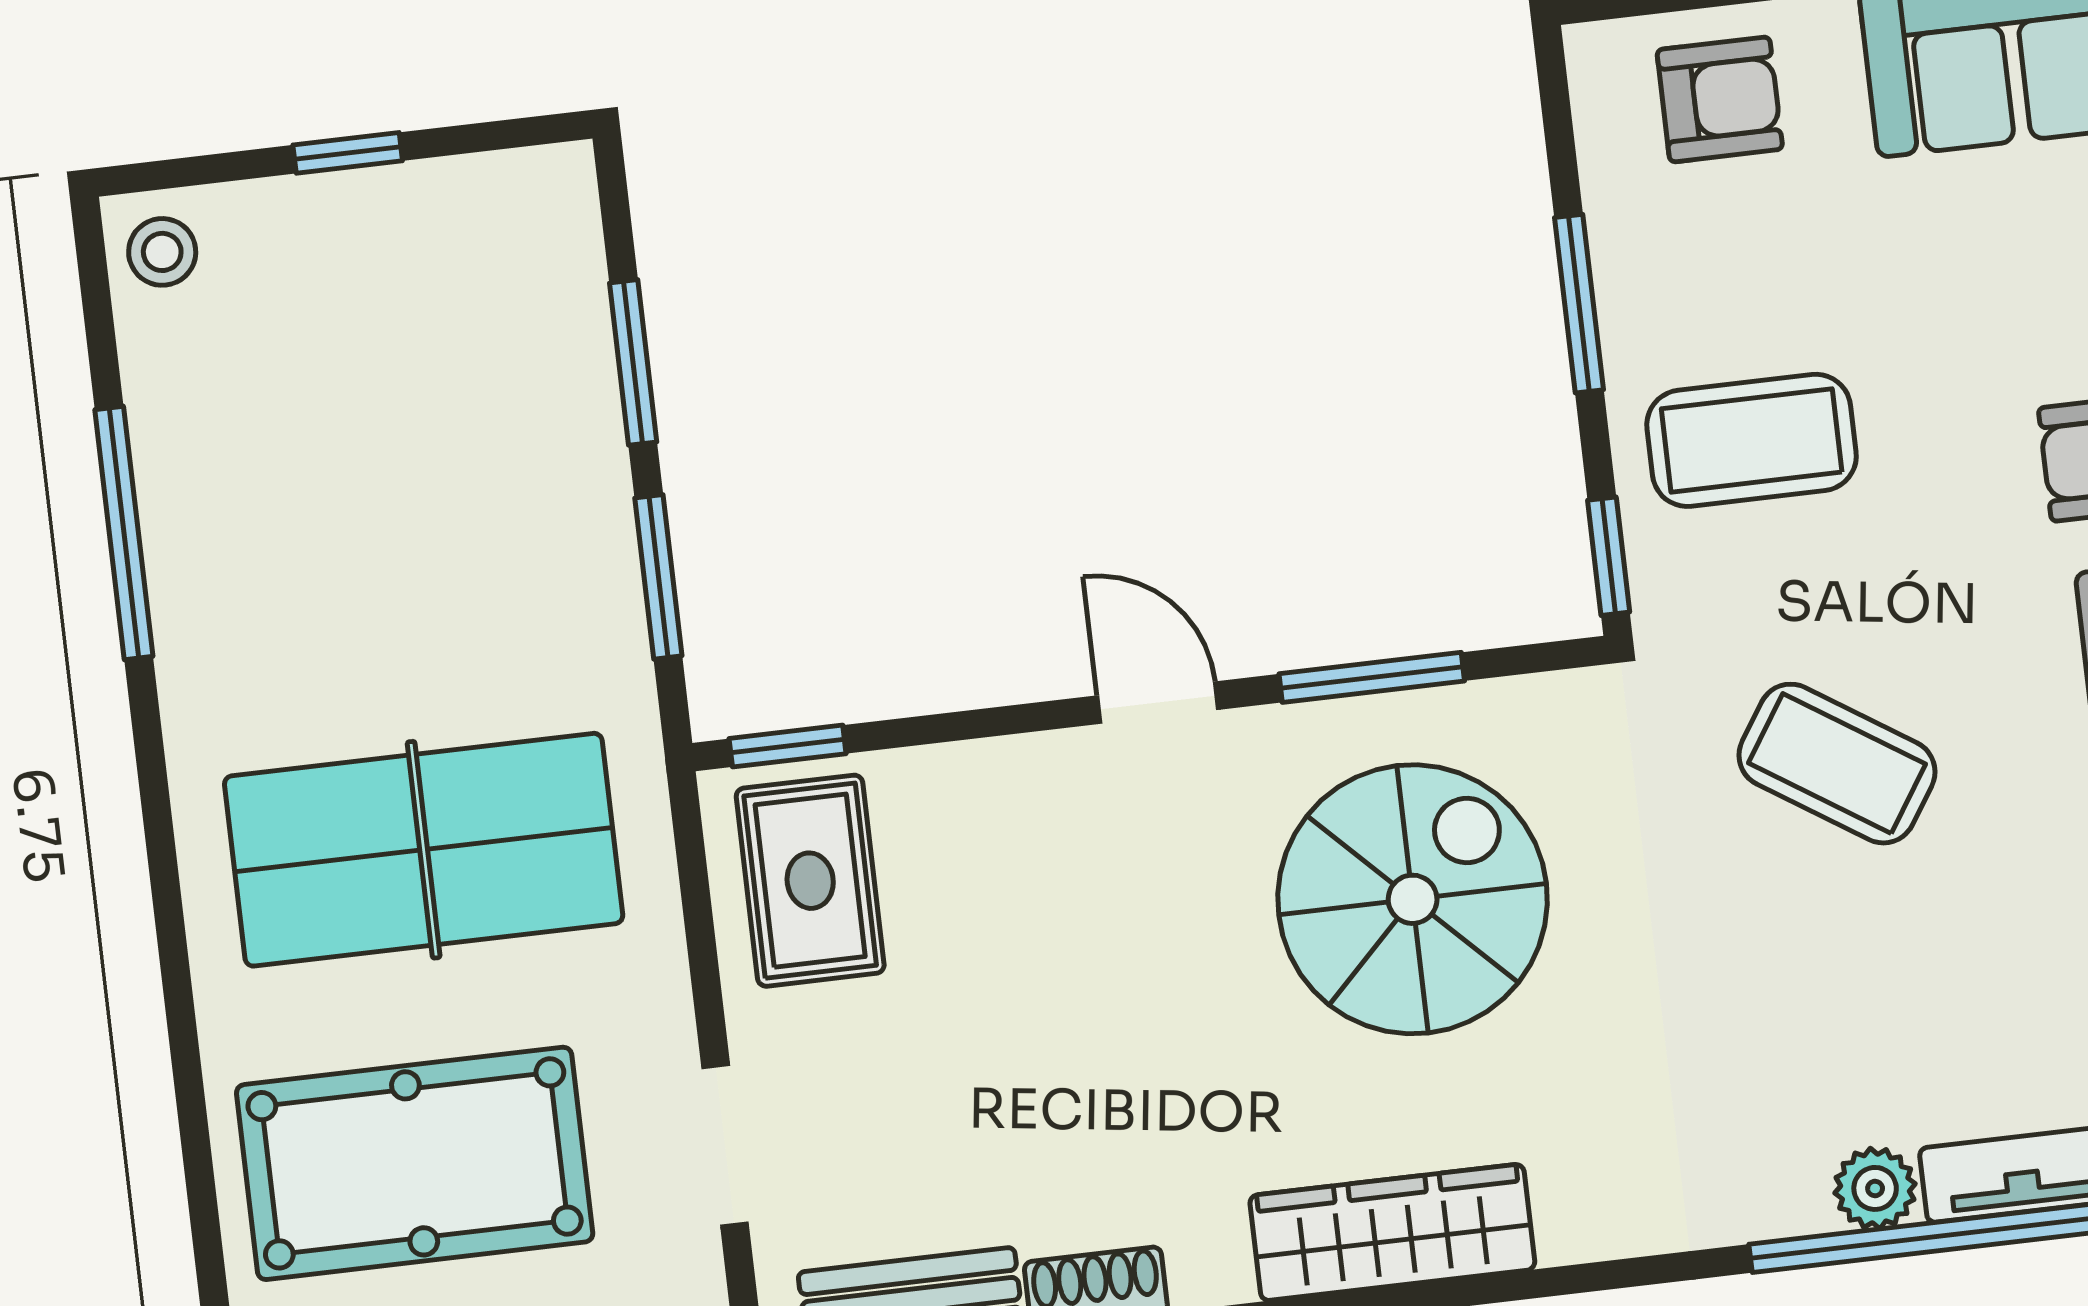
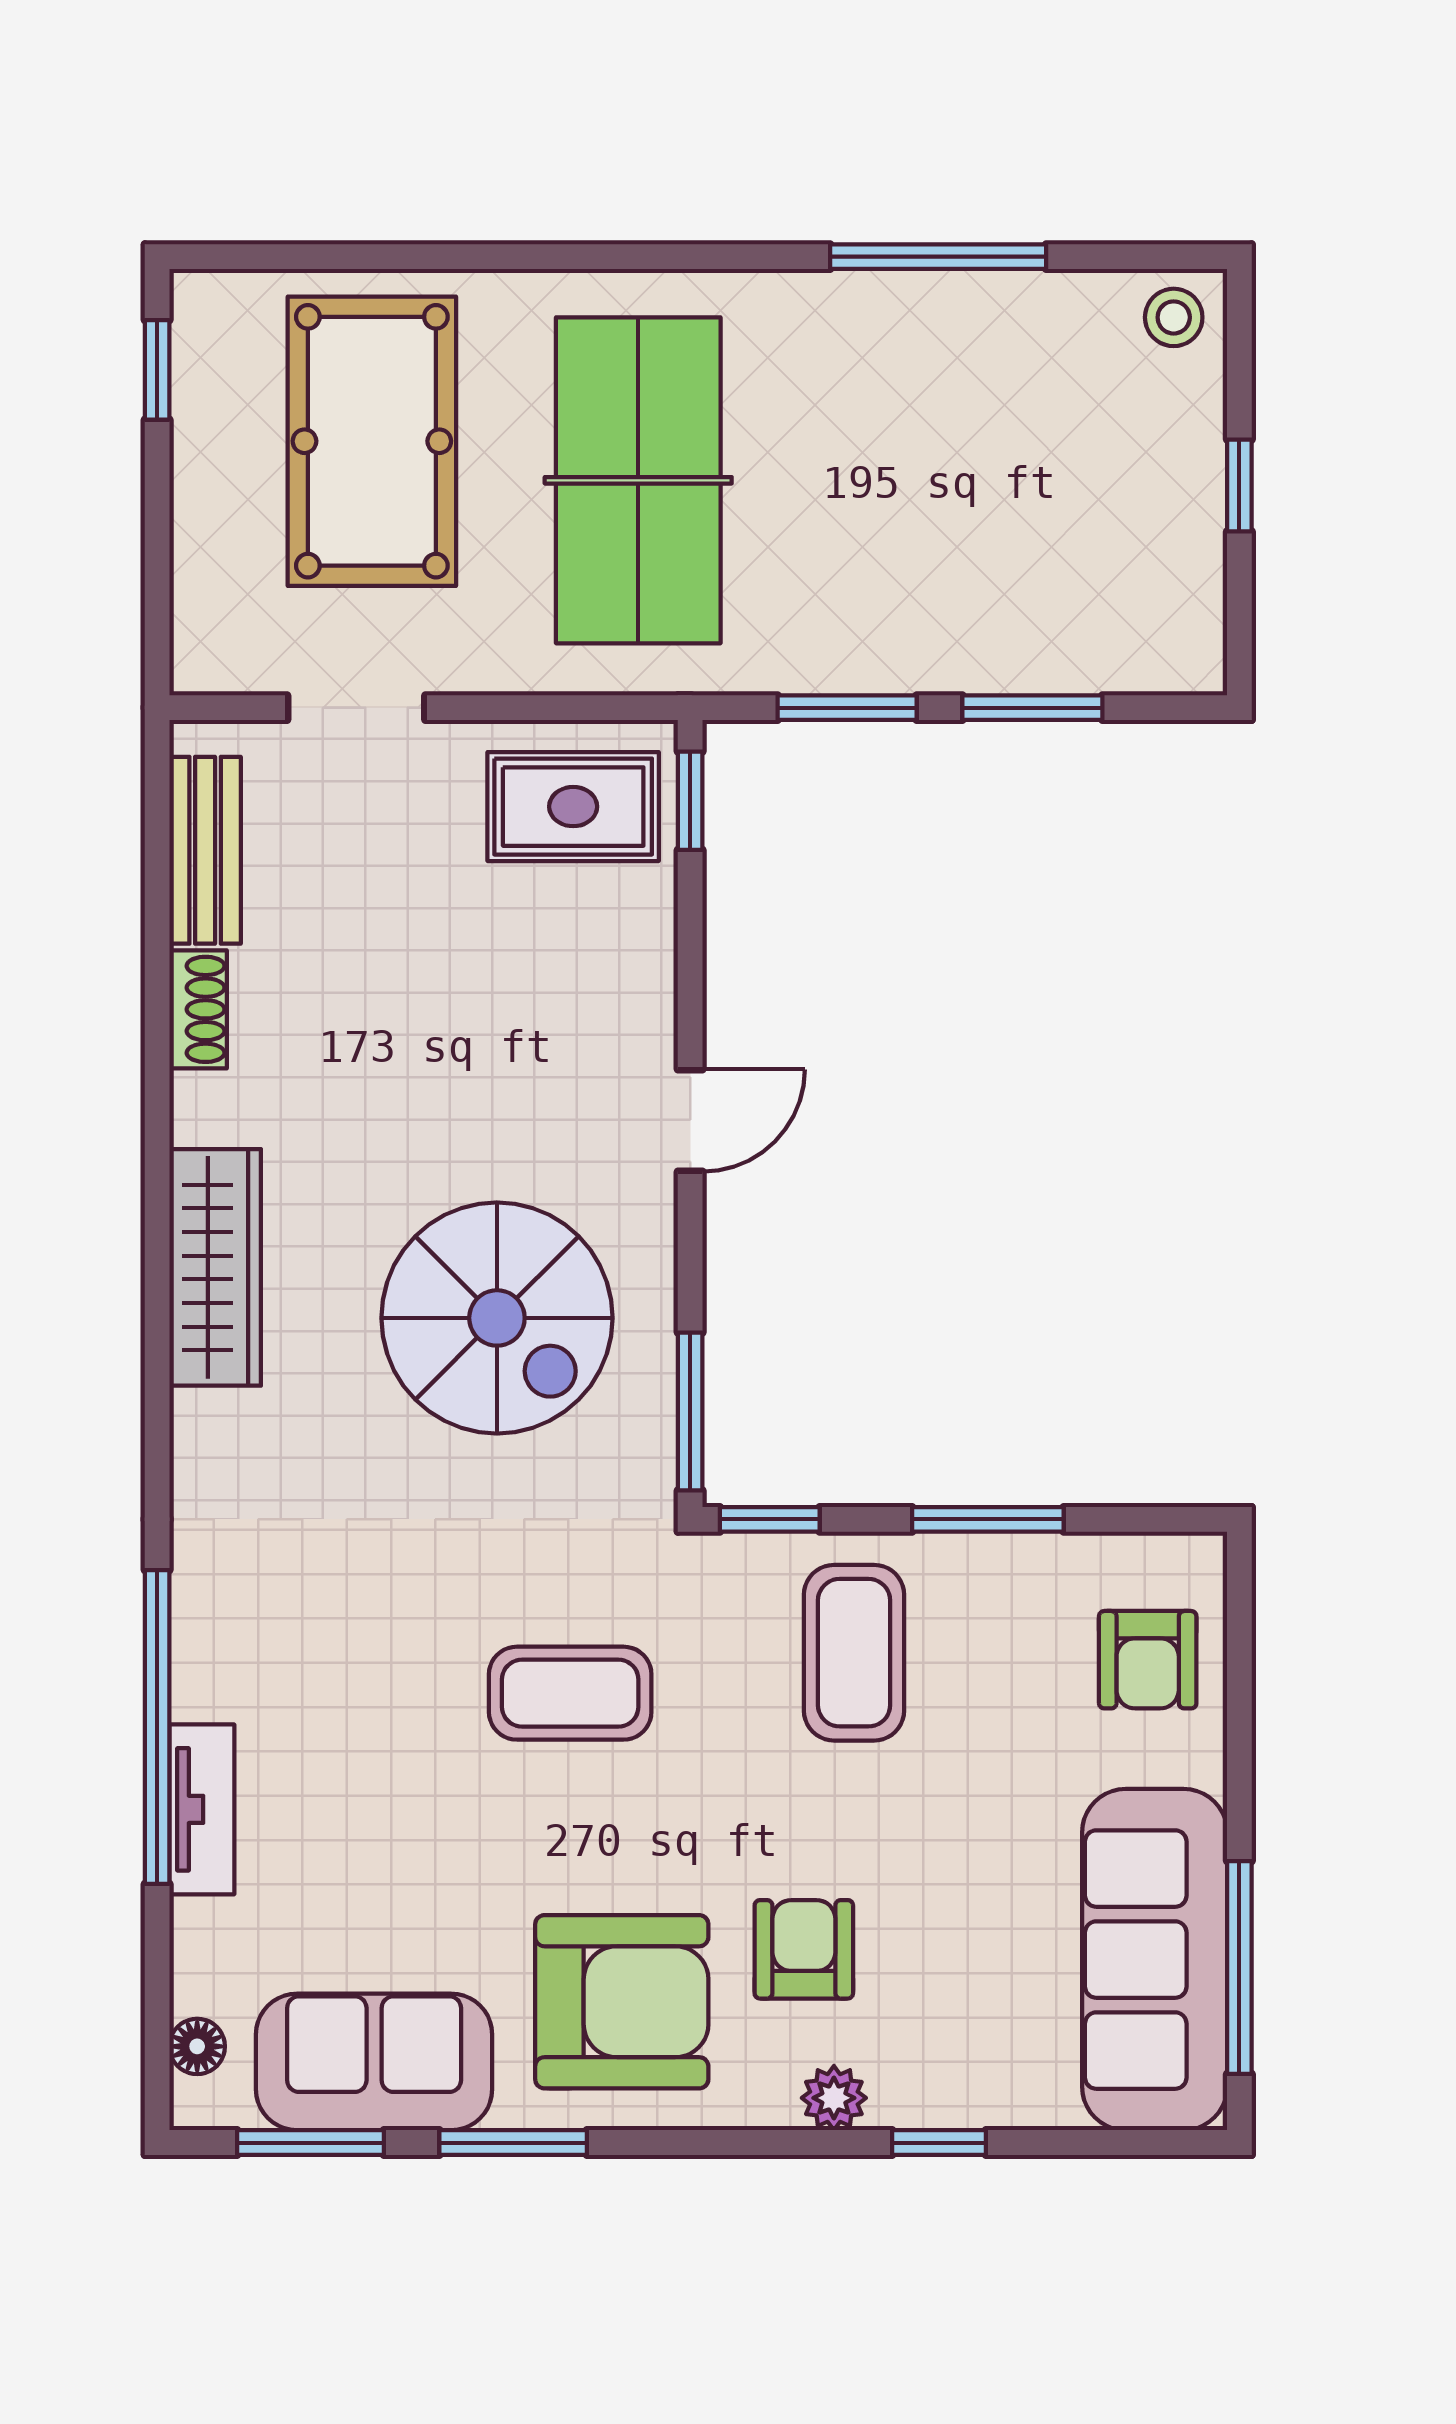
window: (1372, 677) -> (690, 1412), moved
coffee table: (1837, 764) -> (570, 1693), turned 57
plant: (1875, 1188) -> (204, 1683), removed

